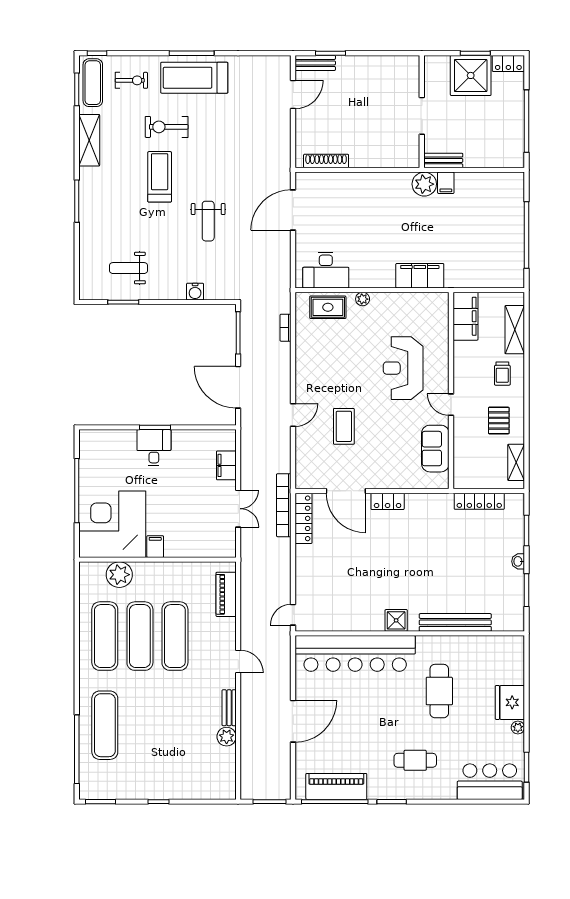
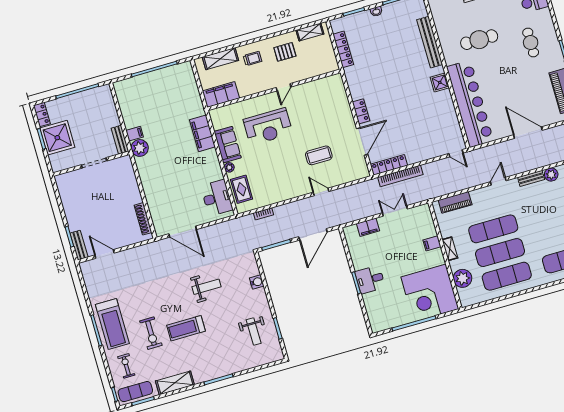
sofa: (435, 449) -> (228, 145), moved, turned -90
bookcase: (284, 505) -> (400, 176), moved
filing cabinet: (155, 547) -> (432, 243), moved
shelving: (165, 569) -> (450, 249), added

